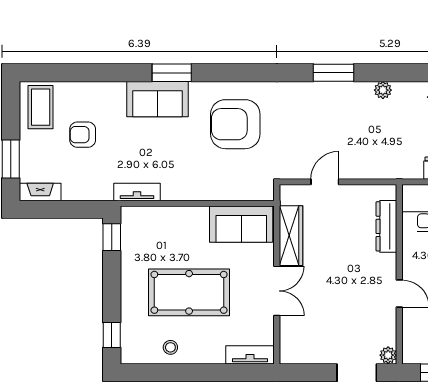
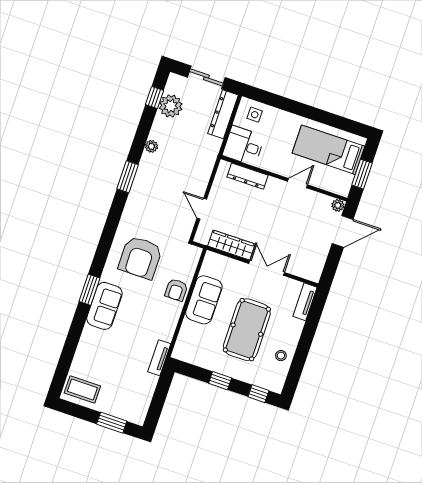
armchair: (83, 135) -> (176, 290), moved
fireplace: (40, 192) -> (142, 410), removed
tv unit: (137, 192) -> (159, 358), moved
sofa: (241, 224) -> (204, 300), moved
window: (112, 237) -> (220, 381), moved

